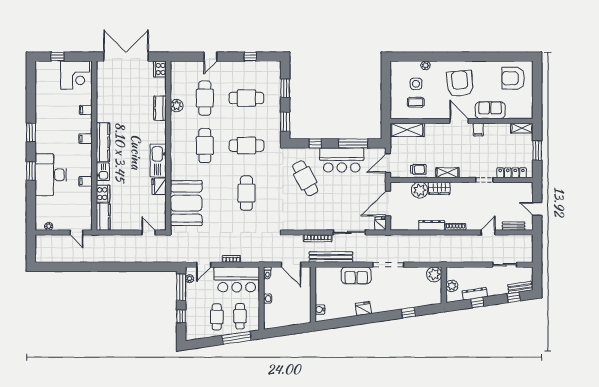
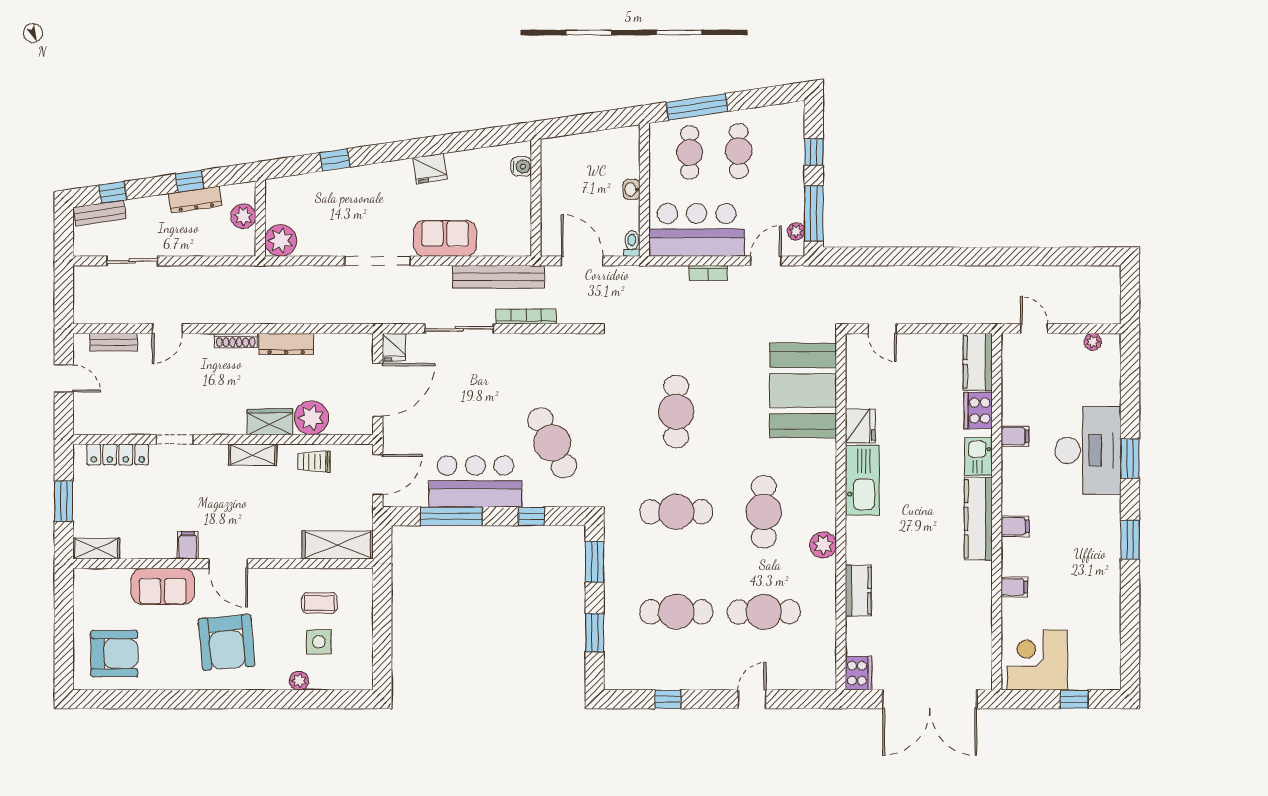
cafe table: (205, 98) -> (764, 612), turned 90
plant: (177, 106) -> (823, 545), moved

